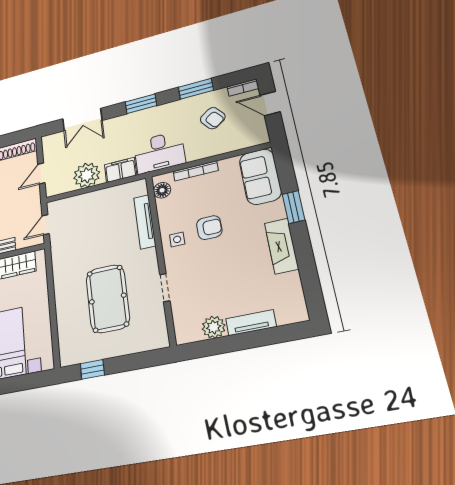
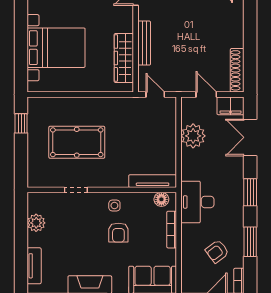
filing cabinet: (120, 170) -> (231, 106), moved, turned 90
tv unit: (145, 222) -> (153, 181), moved
tv unit: (251, 323) -> (34, 266), moved

